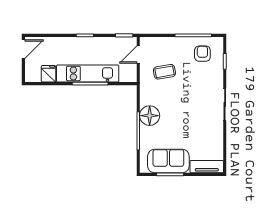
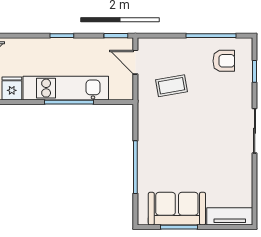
armchair: (202, 54) -> (224, 61), turned 90
door: (138, 55) -> (135, 62), hinge flipped
floor lamp: (150, 116) -> (151, 146), removed

